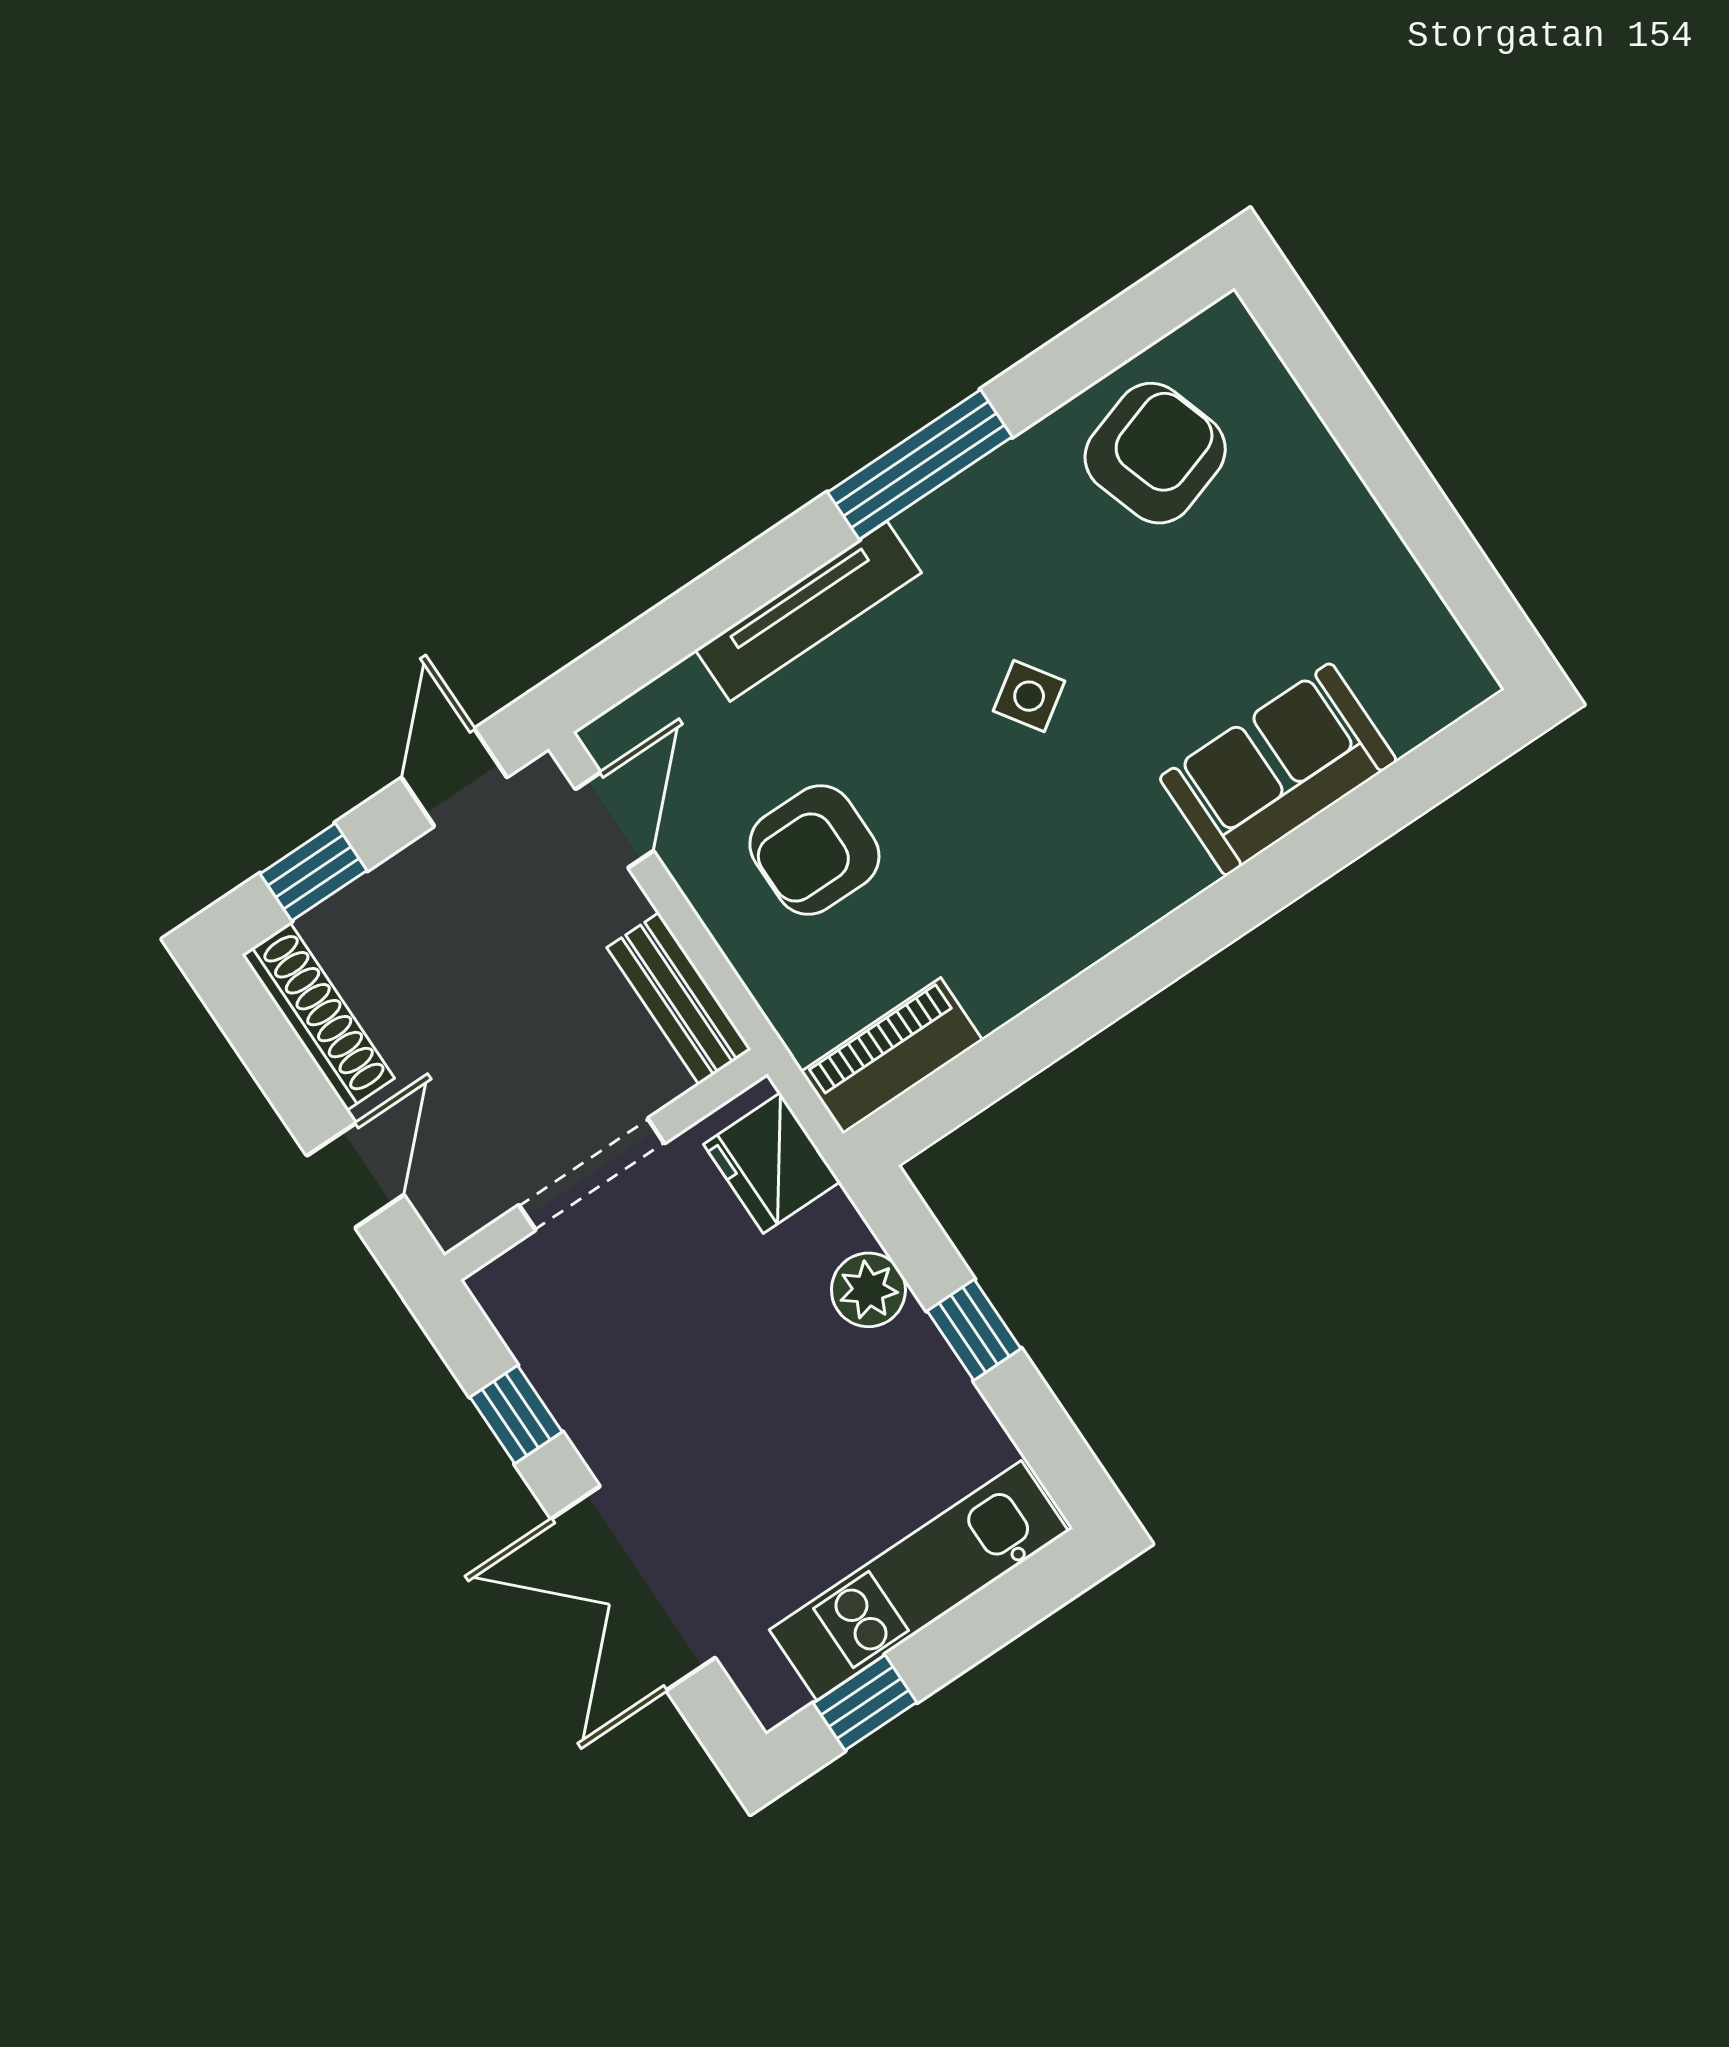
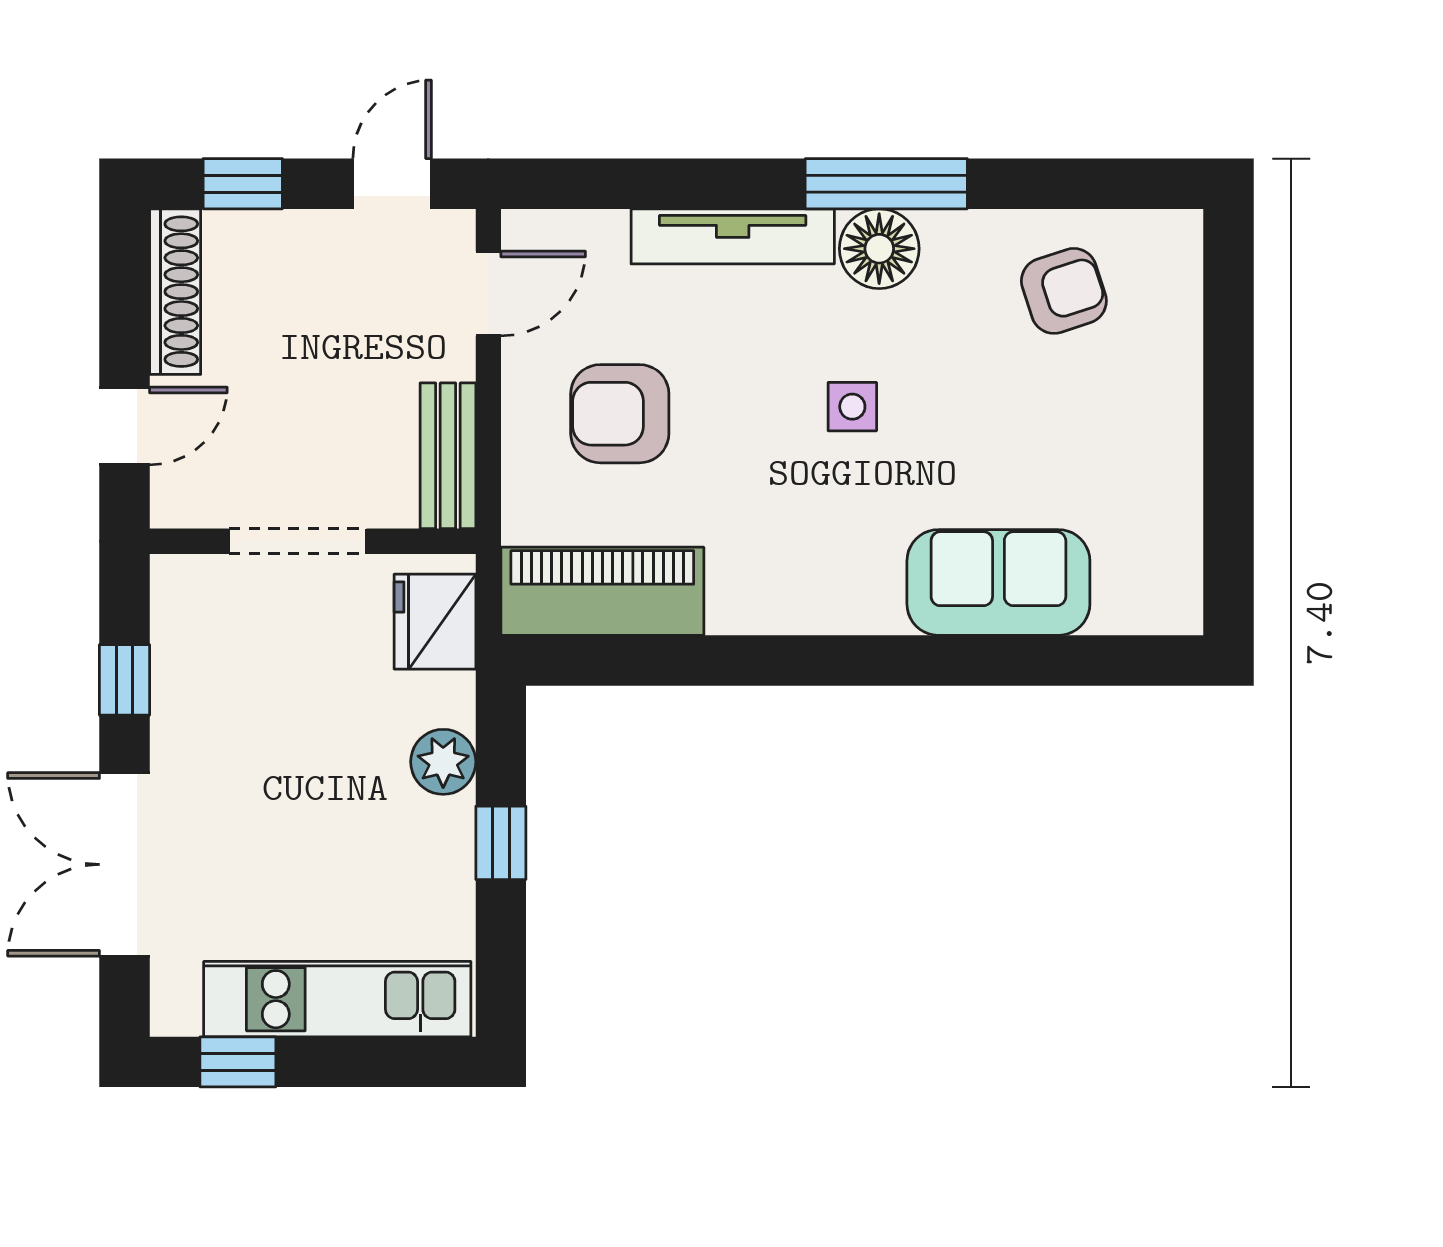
armchair: (1155, 453) -> (1064, 291), width x0.72, depth x0.72
floor lamp: (954, 530) -> (879, 249), added
side table: (1029, 696) -> (852, 407), turned 34
piano: (892, 1056) -> (602, 591), width x1.37, depth x1.33

